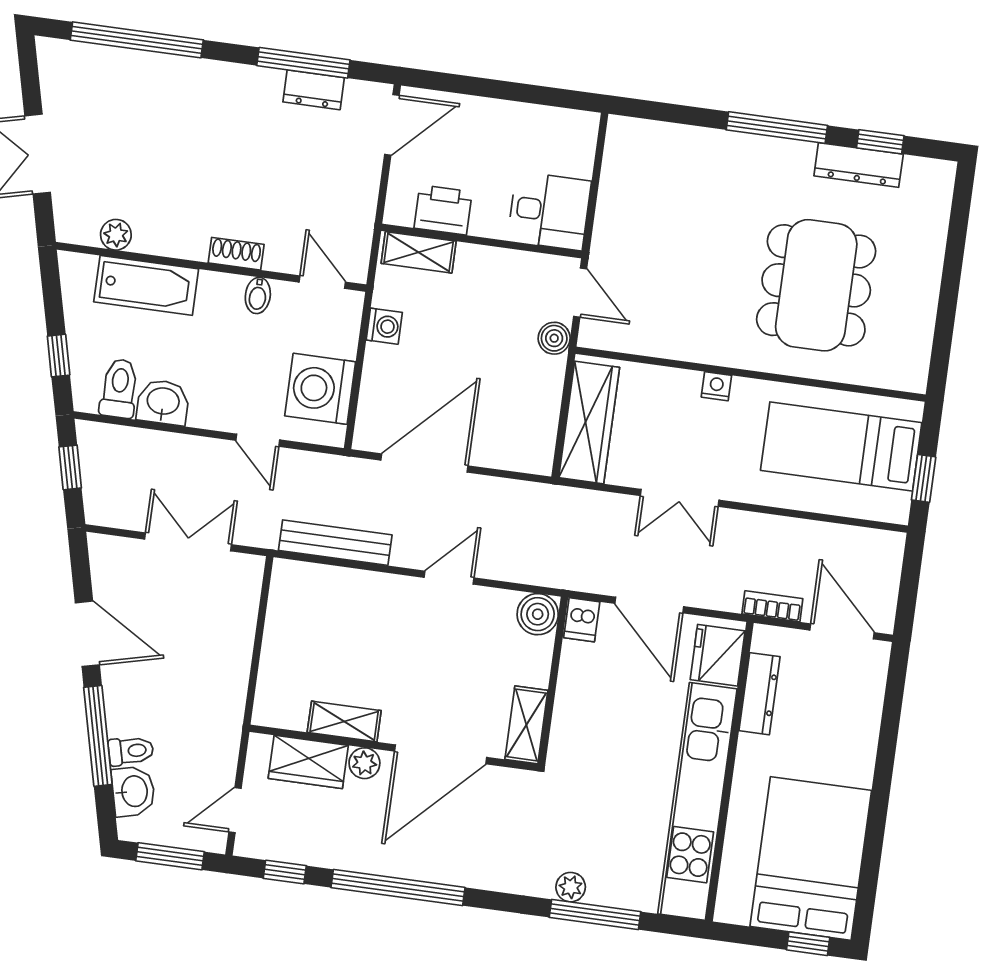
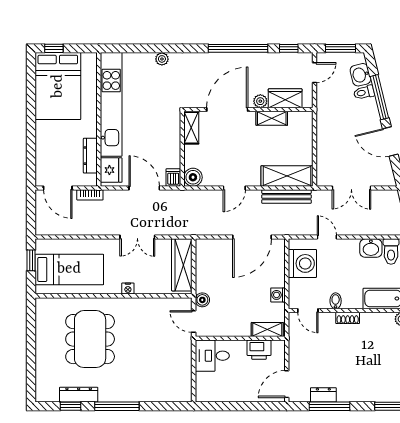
double door: (680, 498) -> (137, 237), swing flipped
shelving: (328, 588) -> (287, 176), added
window: (595, 915) -> (150, 48), removed

